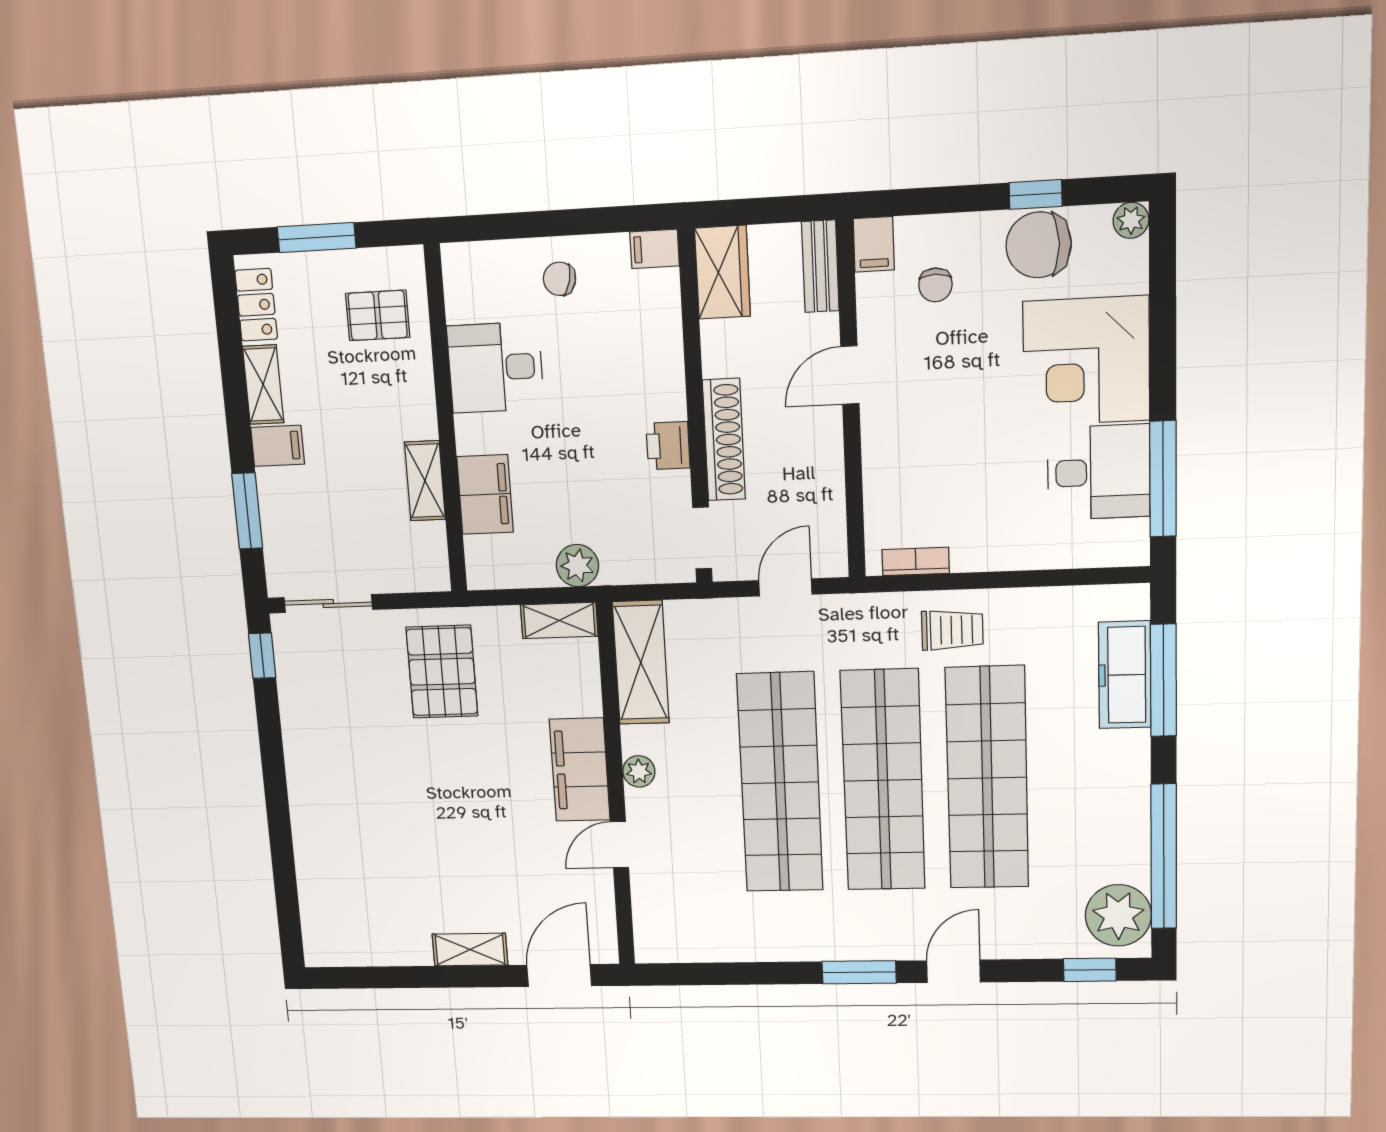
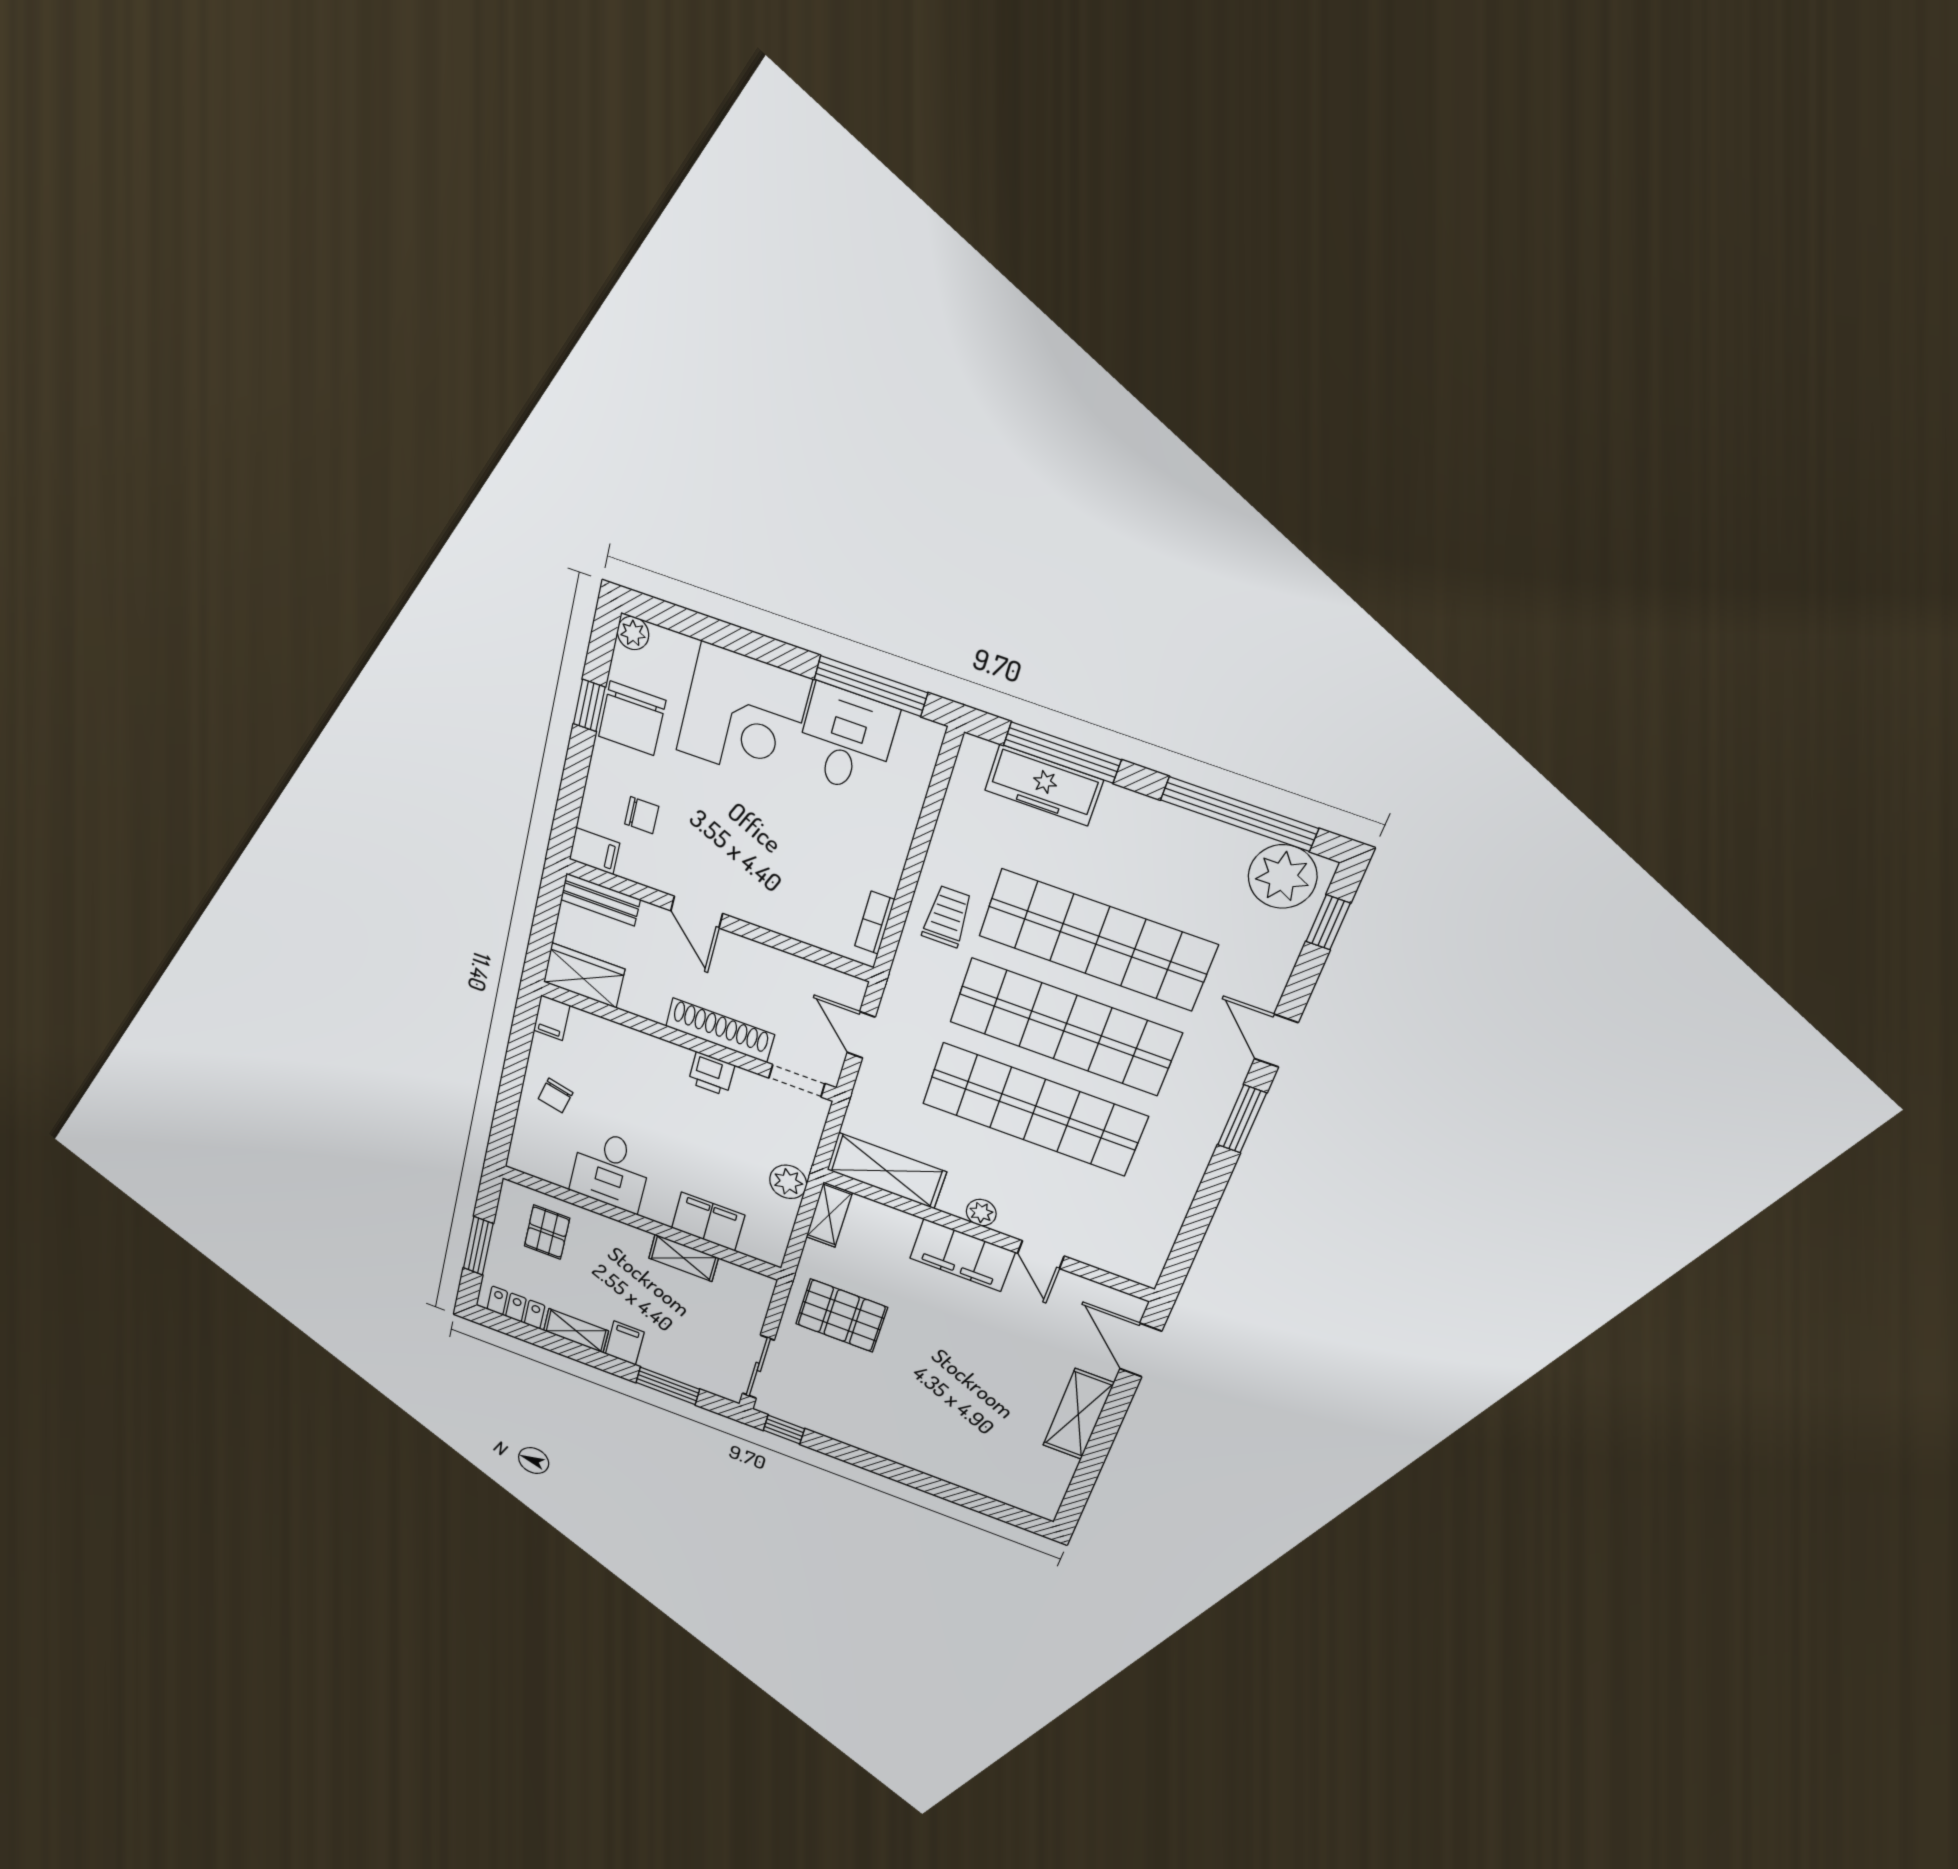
shelving: (470, 950) -> (1078, 1414), width x1.50, depth x1.33

